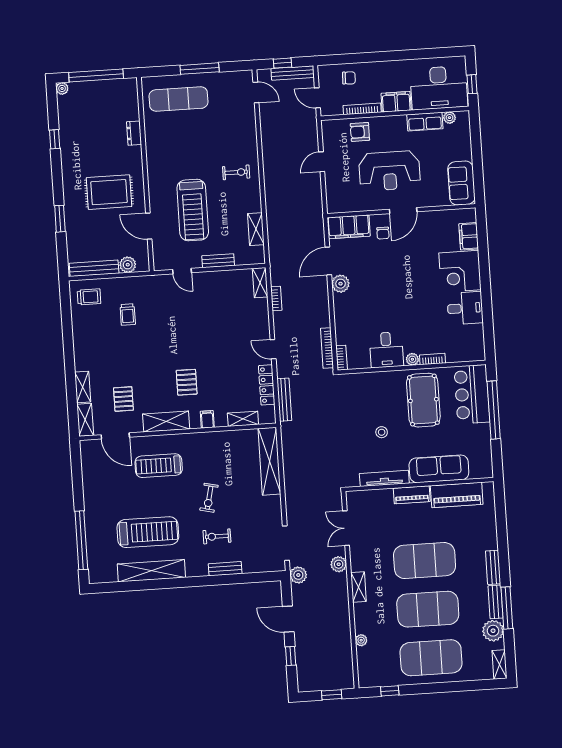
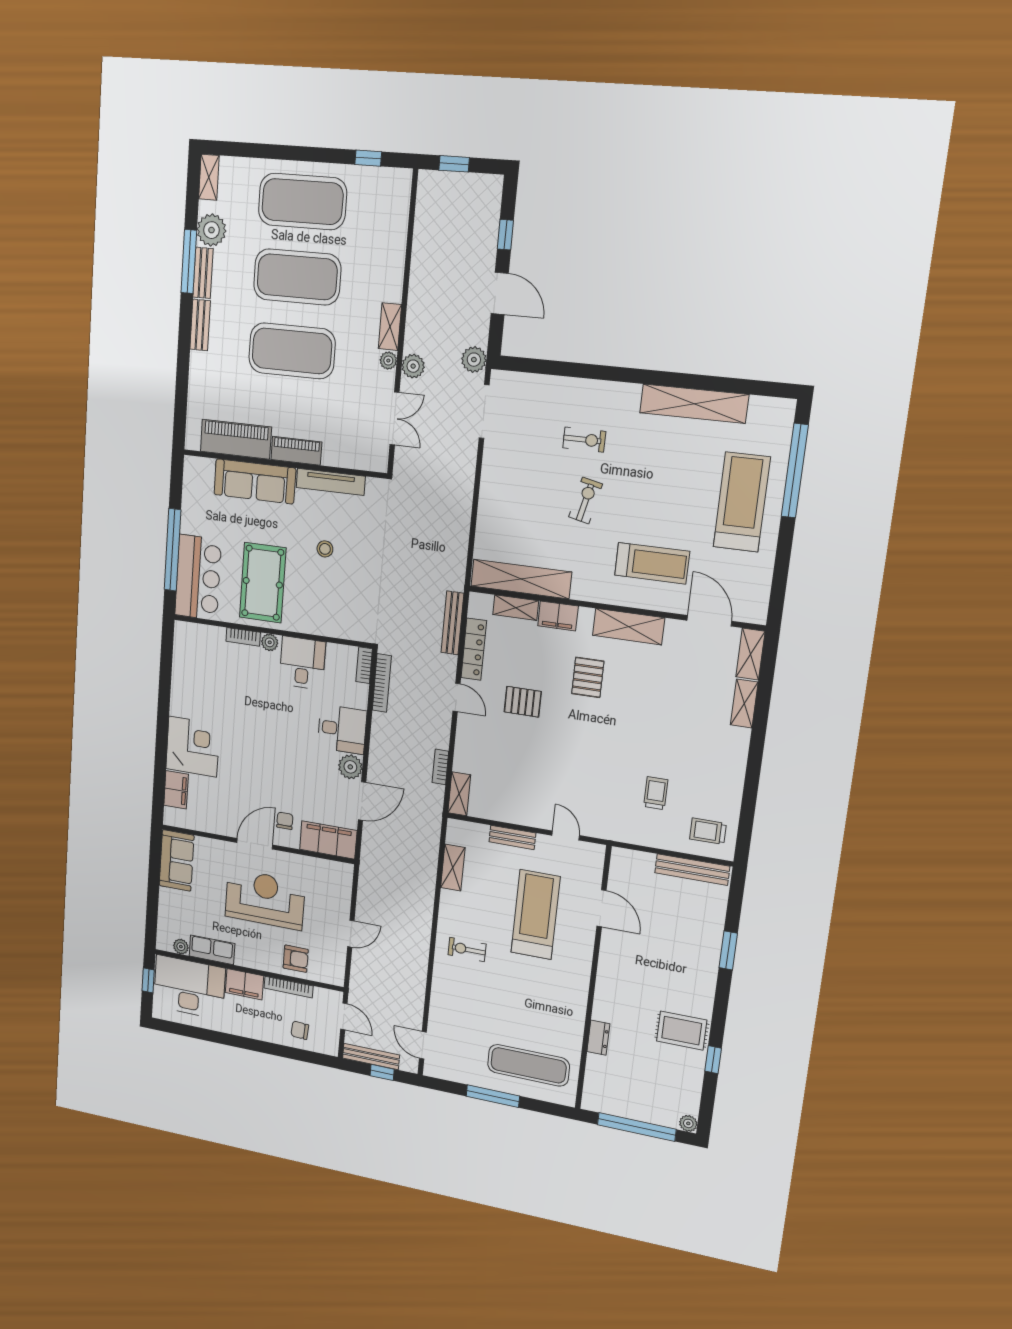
rug: (109, 192) -> (682, 1031), moved, width x0.73, depth x0.70
plant: (128, 265) -> (642, 863), removed
desk: (465, 308) -> (342, 729), moved, turned 180
pallet: (123, 399) -> (523, 702), moved, turned 90
filing cabinet: (207, 419) -> (558, 616), width x2.00
shelving: (269, 461) -> (521, 579), moved, turned 90
treadmill: (148, 532) -> (742, 502), moved, turned 90
bench: (225, 569) -> (581, 388), removed
plant: (361, 640) -> (388, 361), moved

